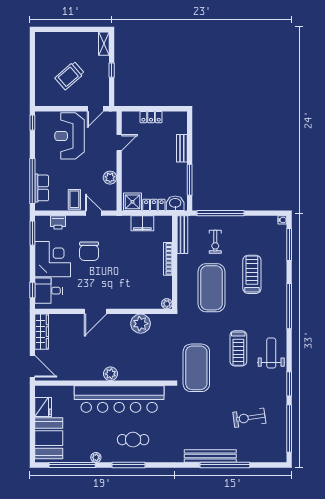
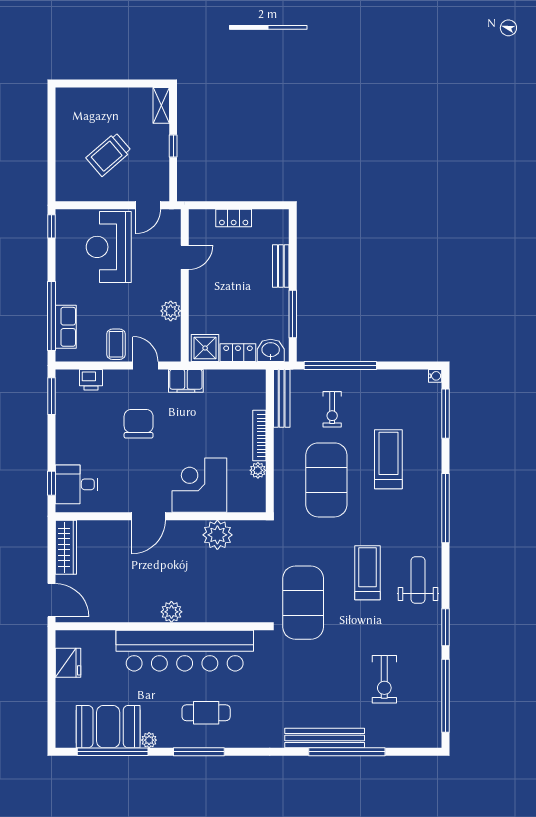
filing cabinet: (142, 223) -> (186, 381), moved
chair: (89, 251) -> (139, 424), turned 180
corner desk: (53, 259) -> (199, 485), moved, turned -90
plant: (167, 304) -> (258, 470), moved
treadmill: (238, 348) -> (368, 573), turned 180
exercise bike: (249, 418) -> (384, 679), turned -82
booth: (49, 438) -> (108, 727), moved, turned 90

